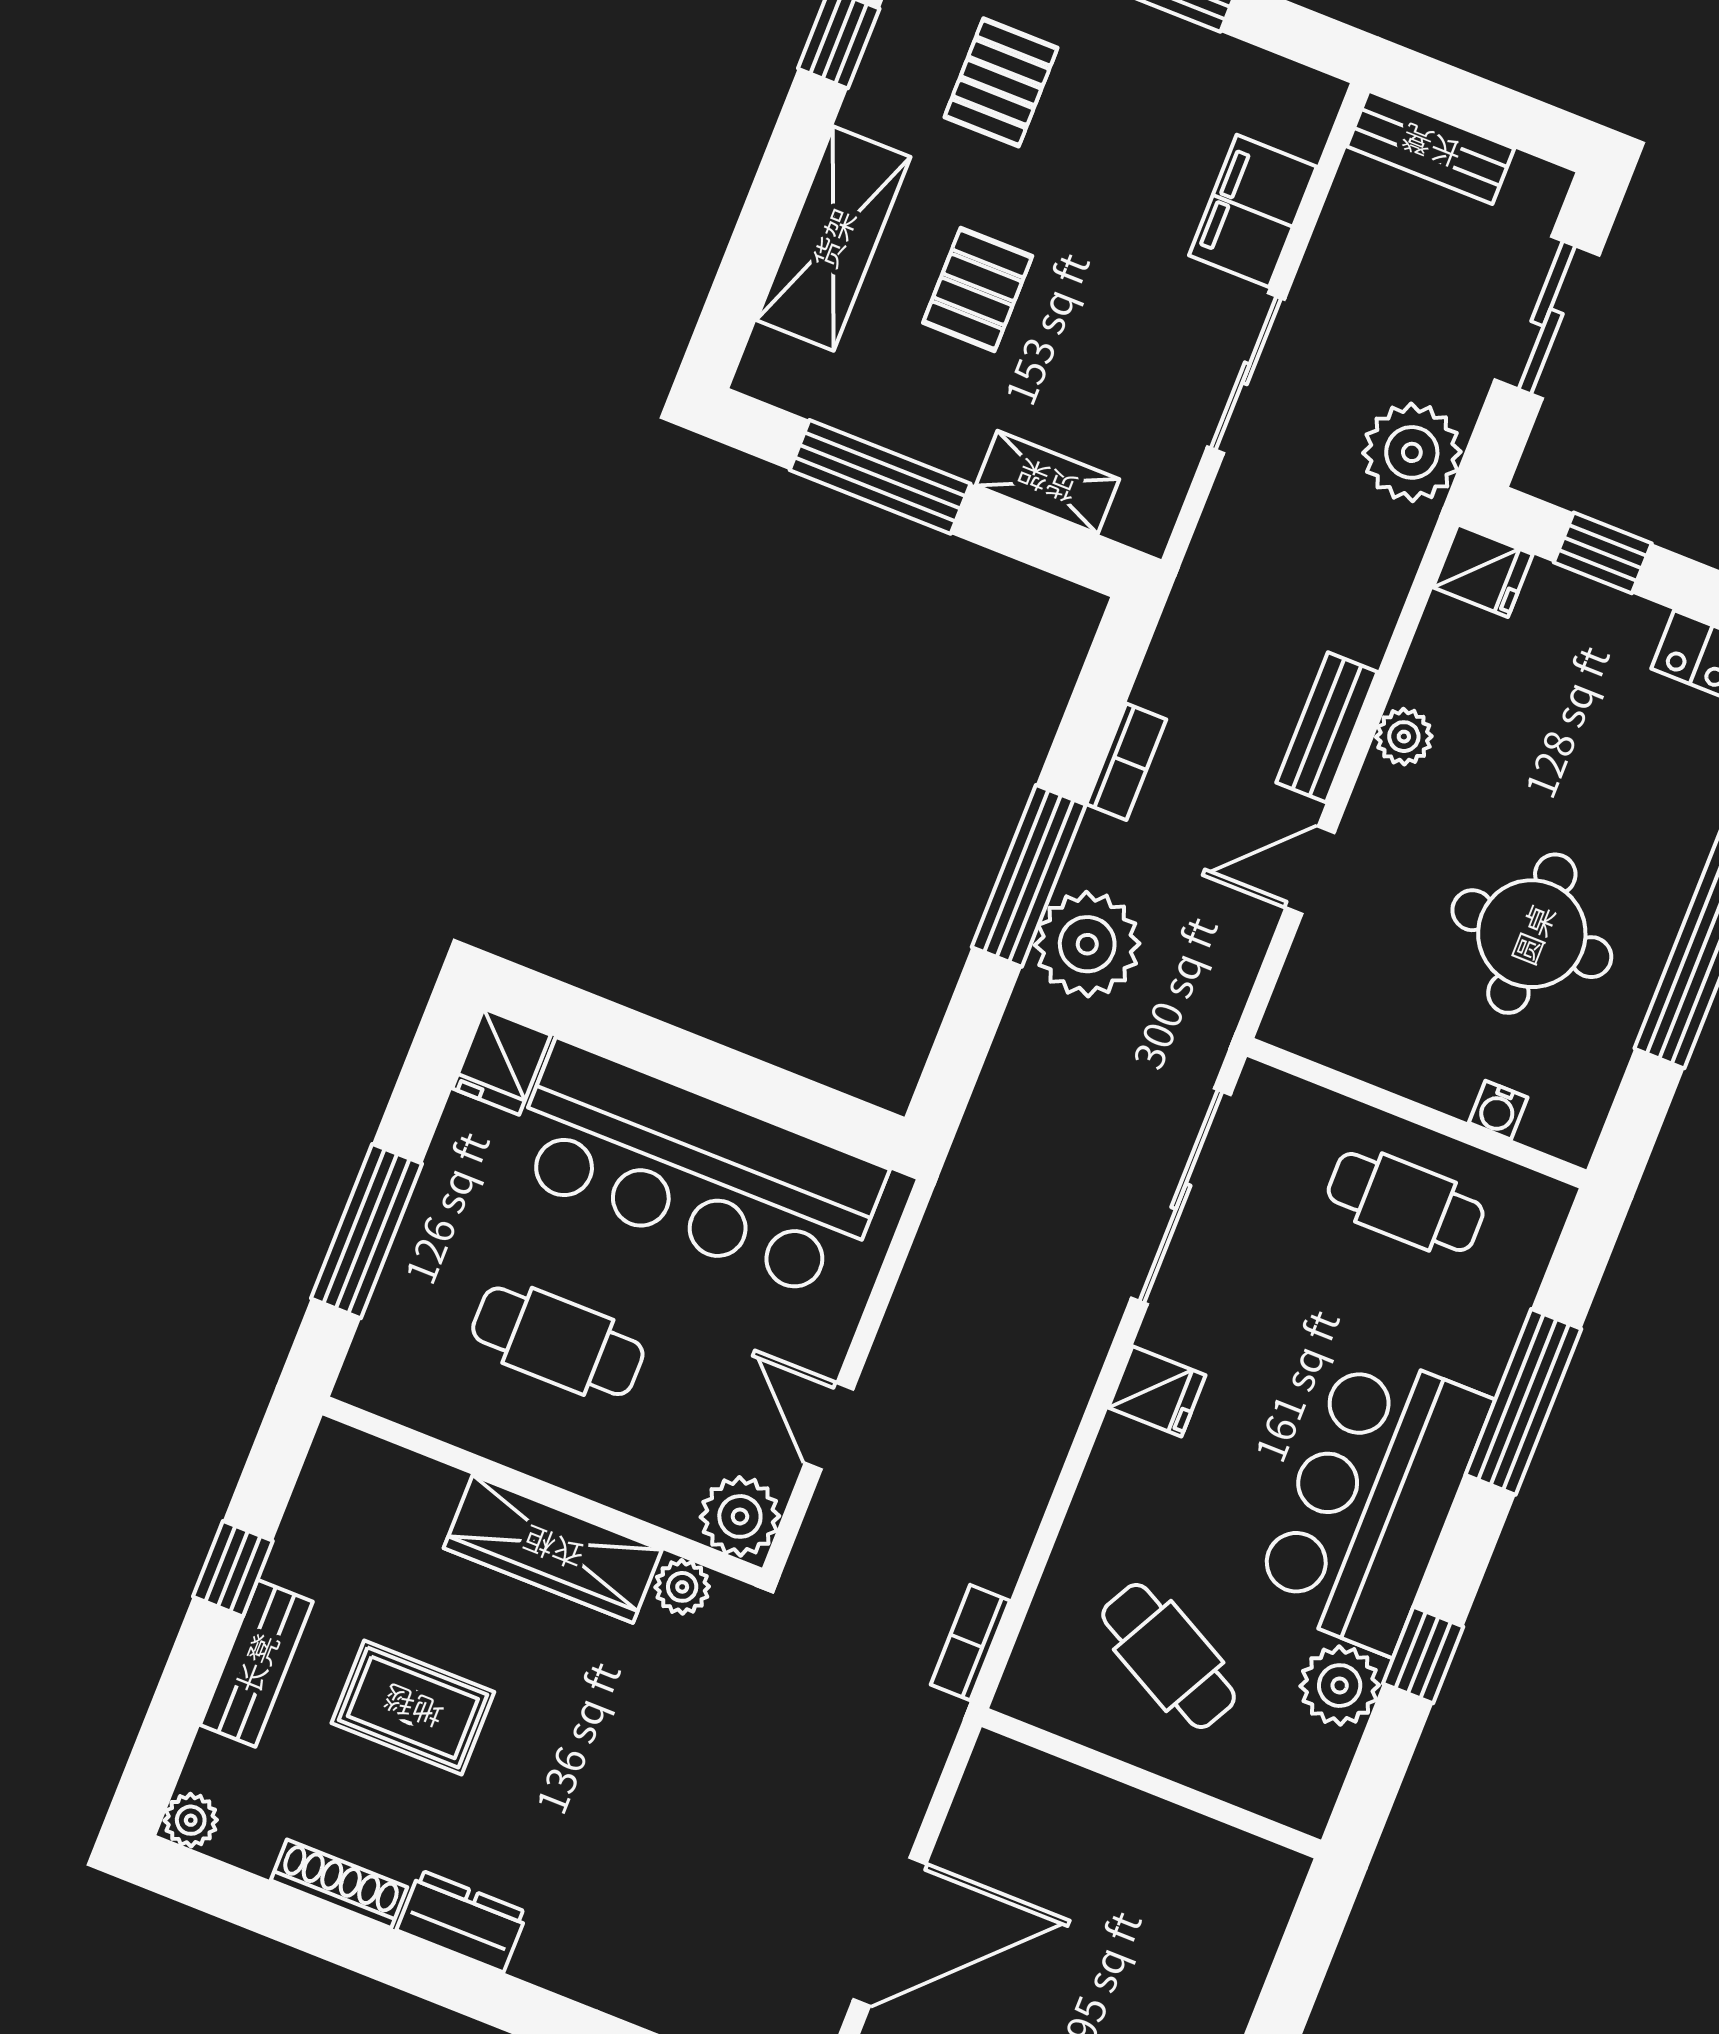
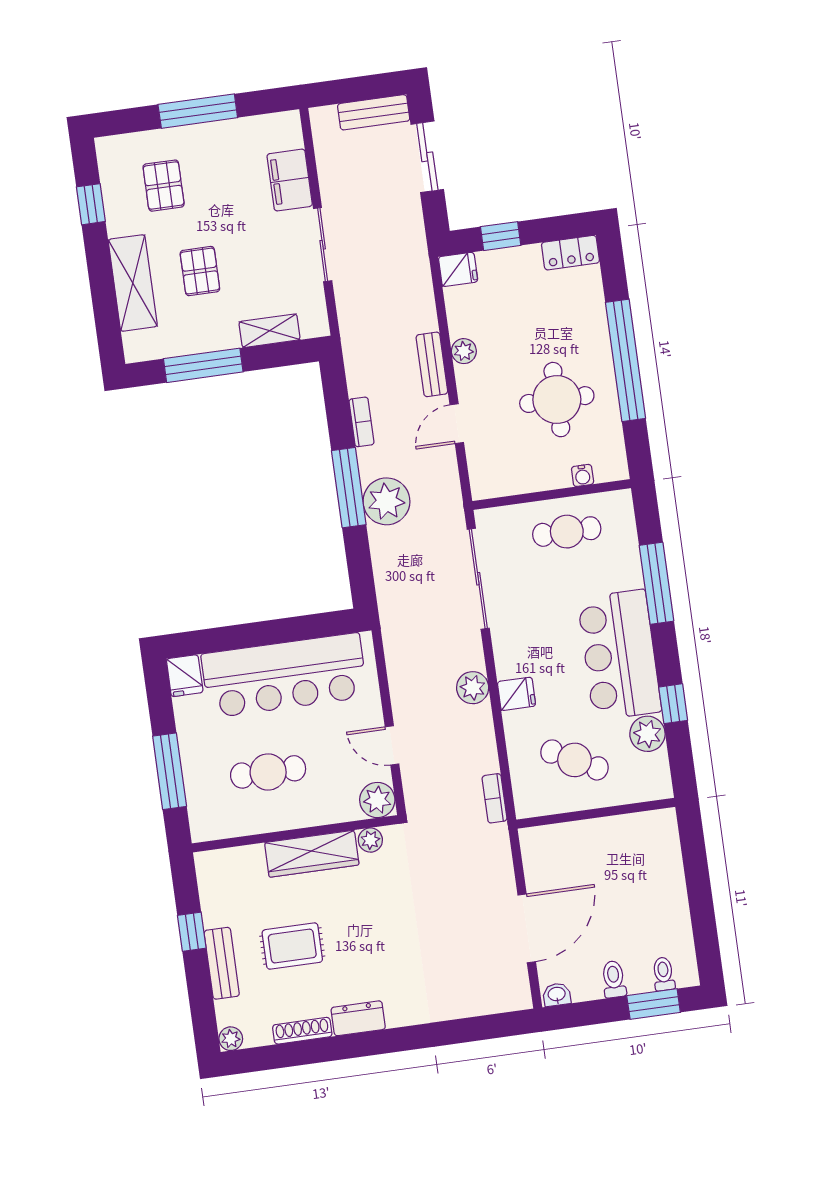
bench: (1431, 147) -> (374, 112), moved
plant: (1412, 452) -> (473, 688), moved, width x0.73, depth x0.73
fridge: (1157, 1391) -> (517, 694), moved

